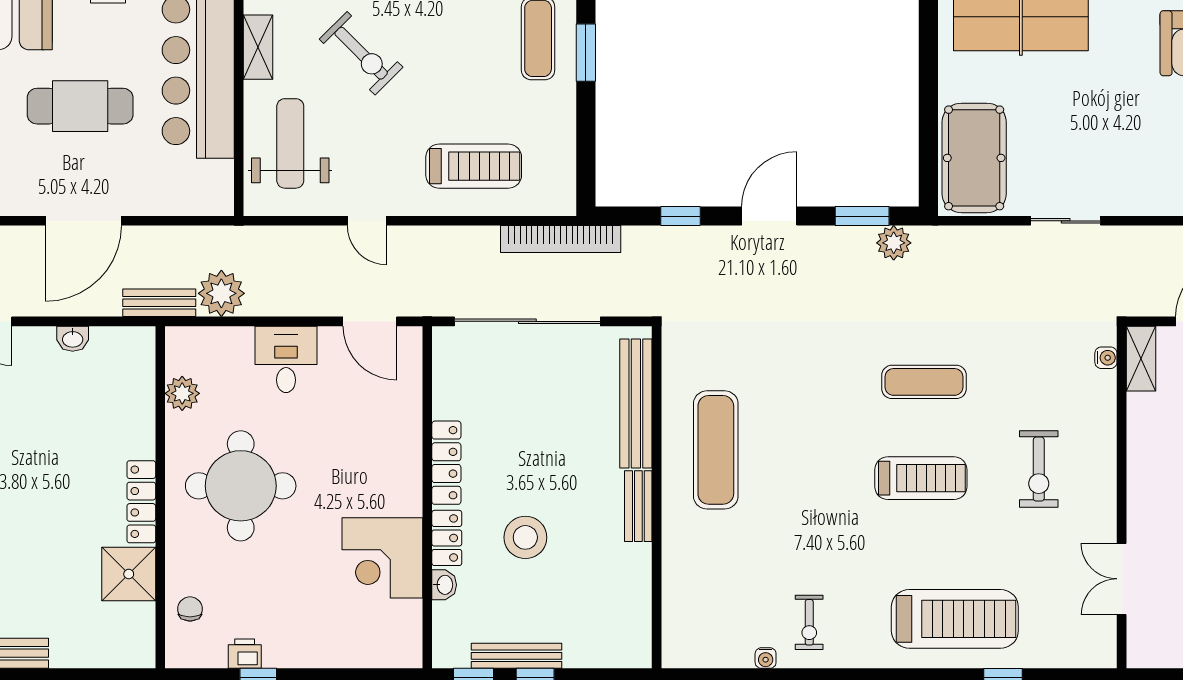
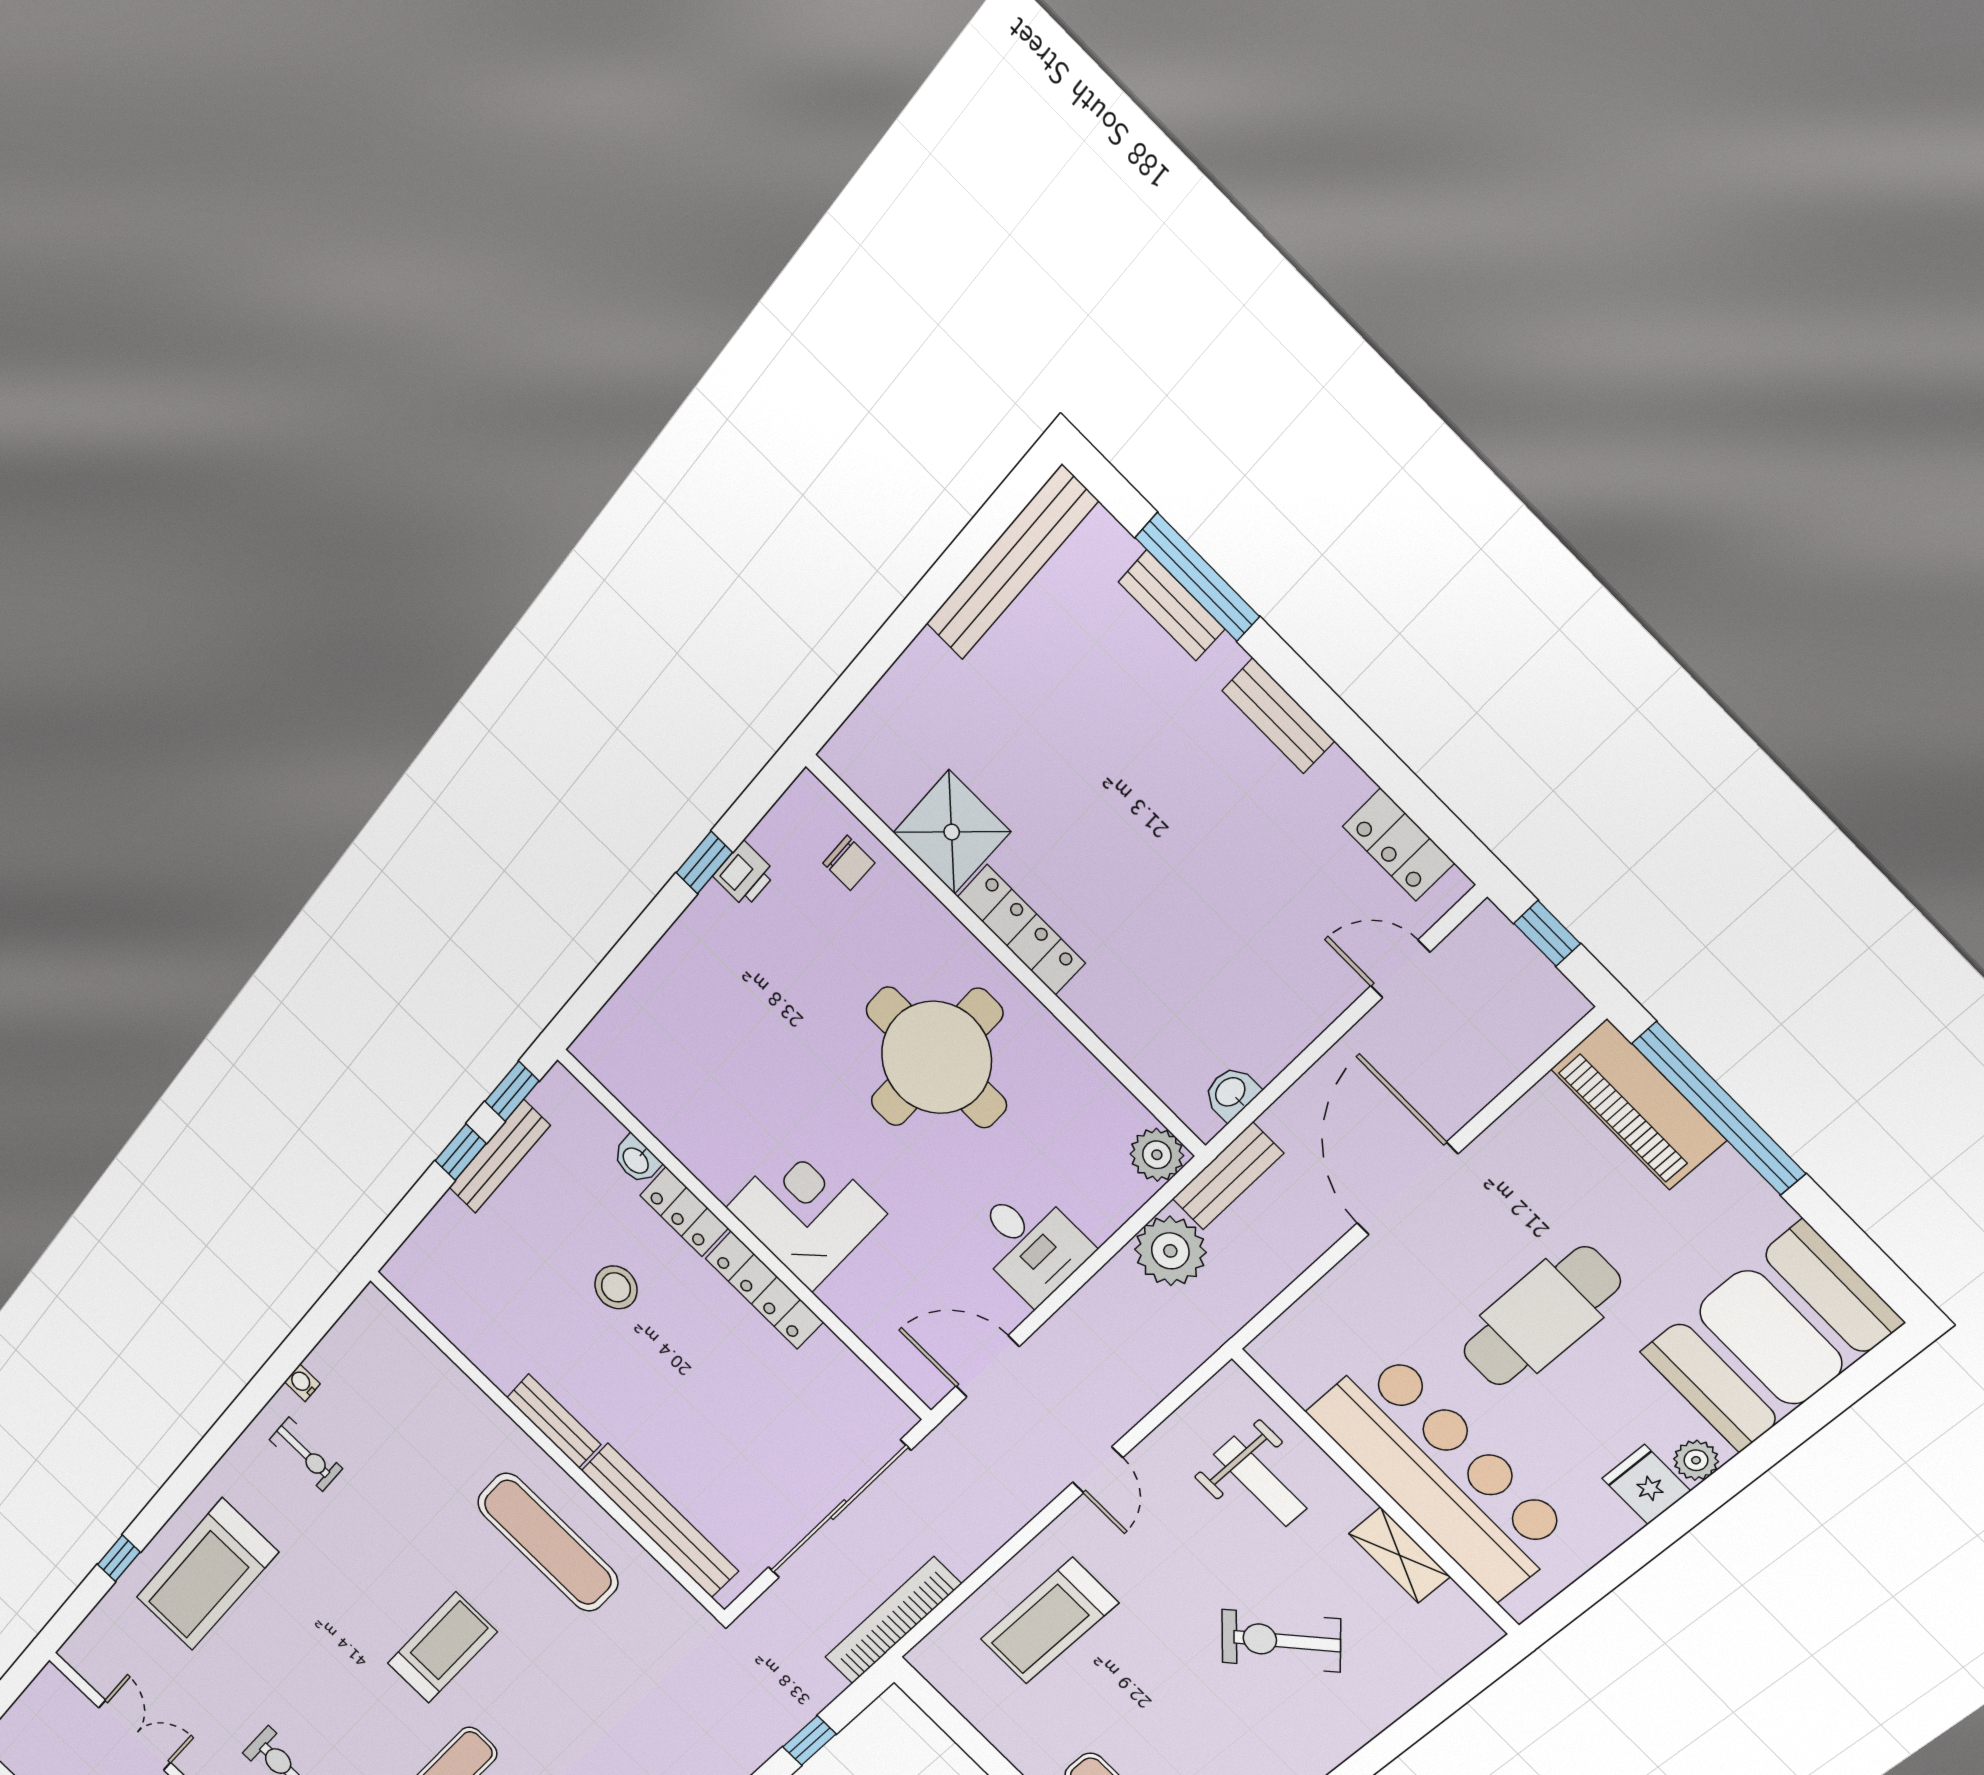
weight bench: (290, 143) -> (1260, 1481), width x0.73, depth x0.75
door: (367, 221) -> (1098, 1470), swing flipped
washbasin: (73, 339) -> (1231, 1093), moved
plant: (182, 393) -> (1157, 1155), moved
treadmill: (921, 478) -> (442, 1648), moved, turned 180
stool: (525, 537) -> (616, 1287), width x0.73, depth x0.73
corner desk: (382, 558) -> (806, 1211), moved
exercise bike: (809, 622) -> (306, 1454), turned 180

